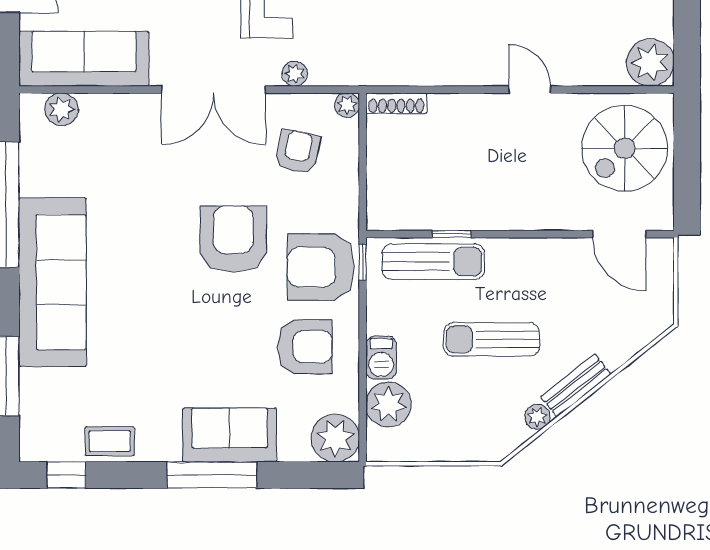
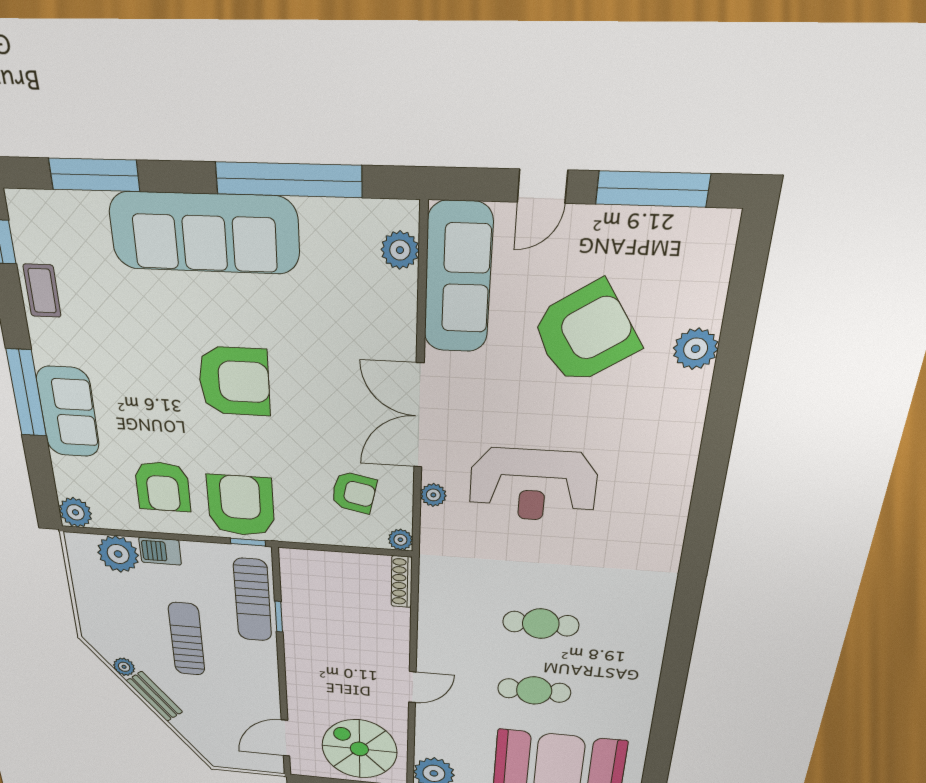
armchair: (233, 239) -> (234, 381), moved
plant: (335, 438) -> (75, 512), width x0.73, depth x0.73

